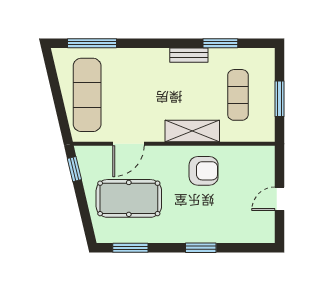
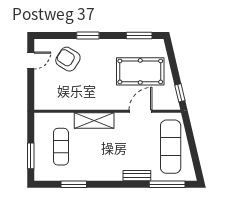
bench: (189, 55) -> (137, 176), moved
window: (279, 99) -> (31, 156), moved
armchair: (204, 171) -> (68, 59), moved, turned 32
door: (279, 199) -> (31, 60), moved

